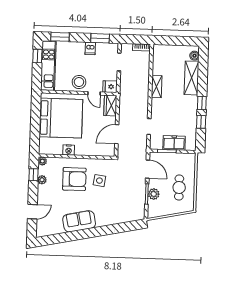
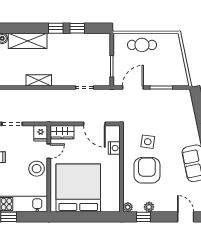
freezer: (174, 143) -> (102, 58), removed
nightstand: (69, 150) -> (114, 148), moved
cafe table: (179, 187) -> (142, 45), moved
plant: (154, 194) -> (161, 80), removed

